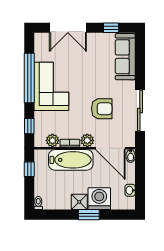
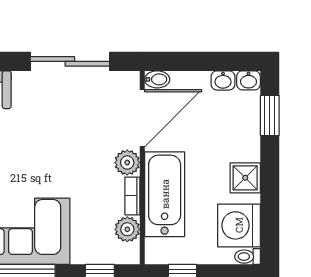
armchair: (102, 109) -> (66, 135), removed
washing machine: (99, 199) -> (239, 225), moved
washbasin: (130, 204) -> (248, 80), added
window: (89, 215) -> (270, 115), moved

